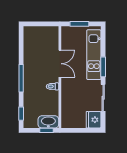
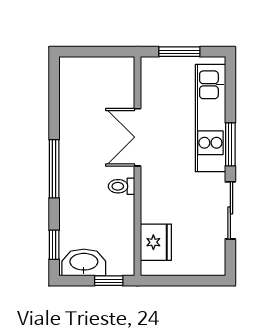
double door: (60, 64) -> (137, 137), swing flipped
fridge: (94, 120) -> (156, 242), moved, turned 180
washbasin: (48, 122) -> (84, 262), moved

